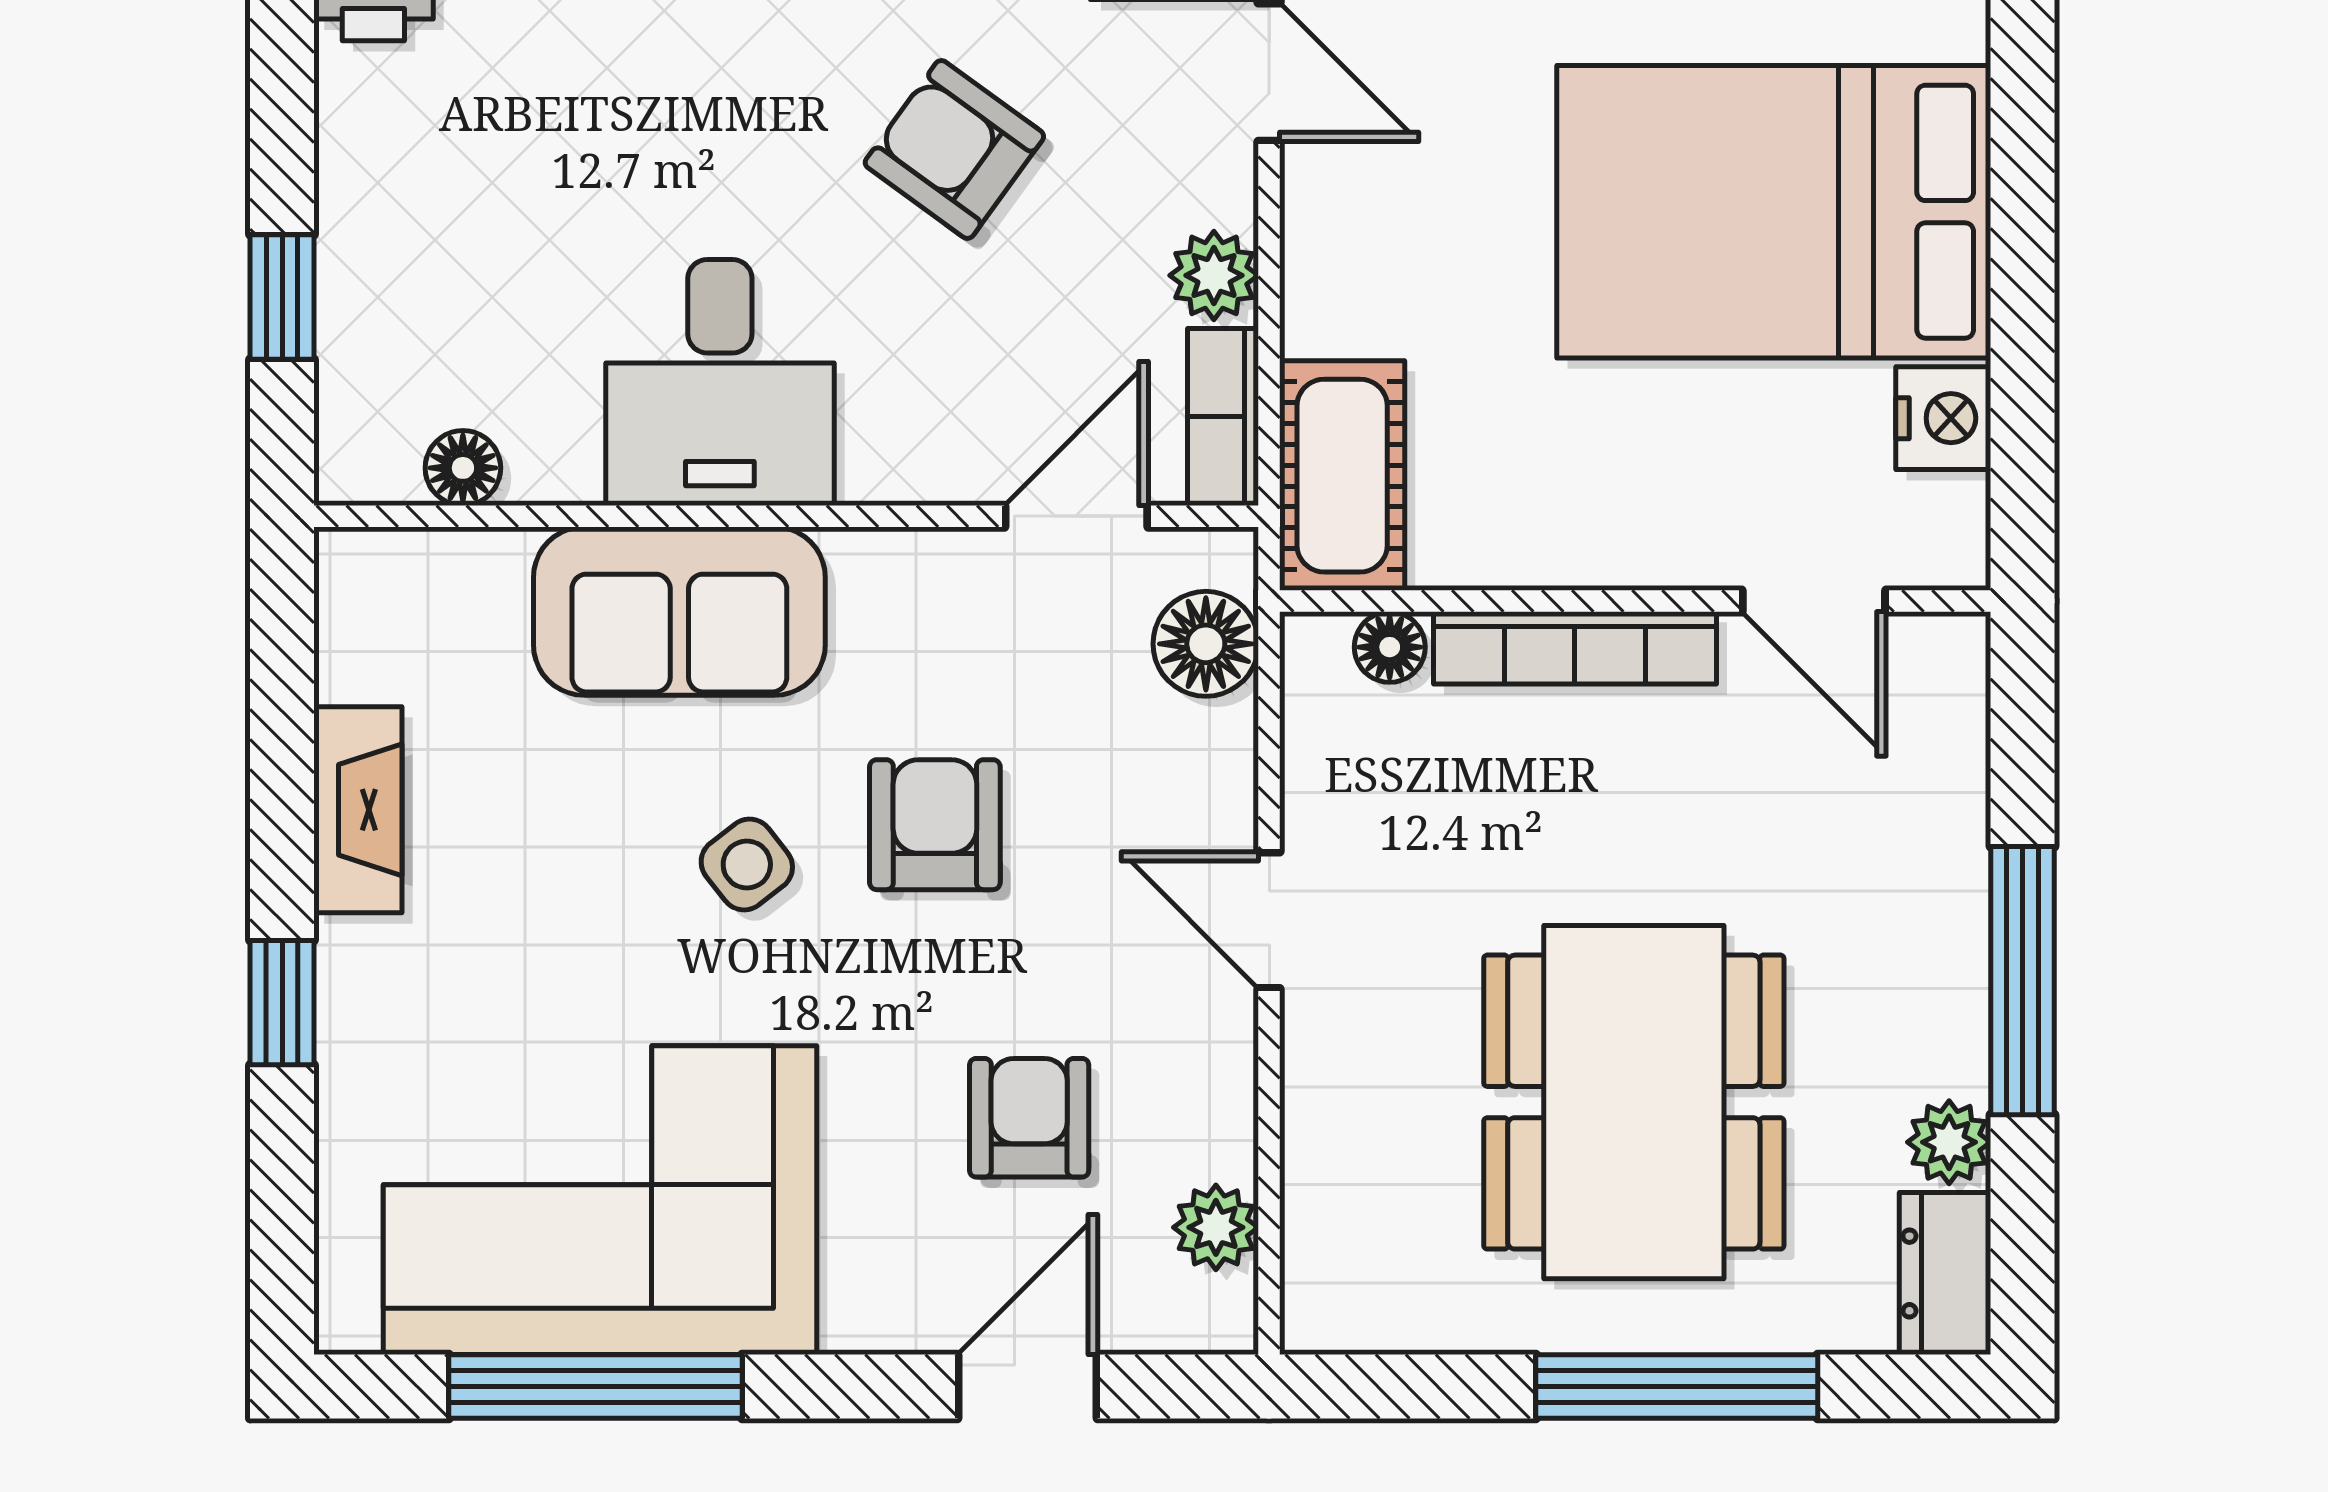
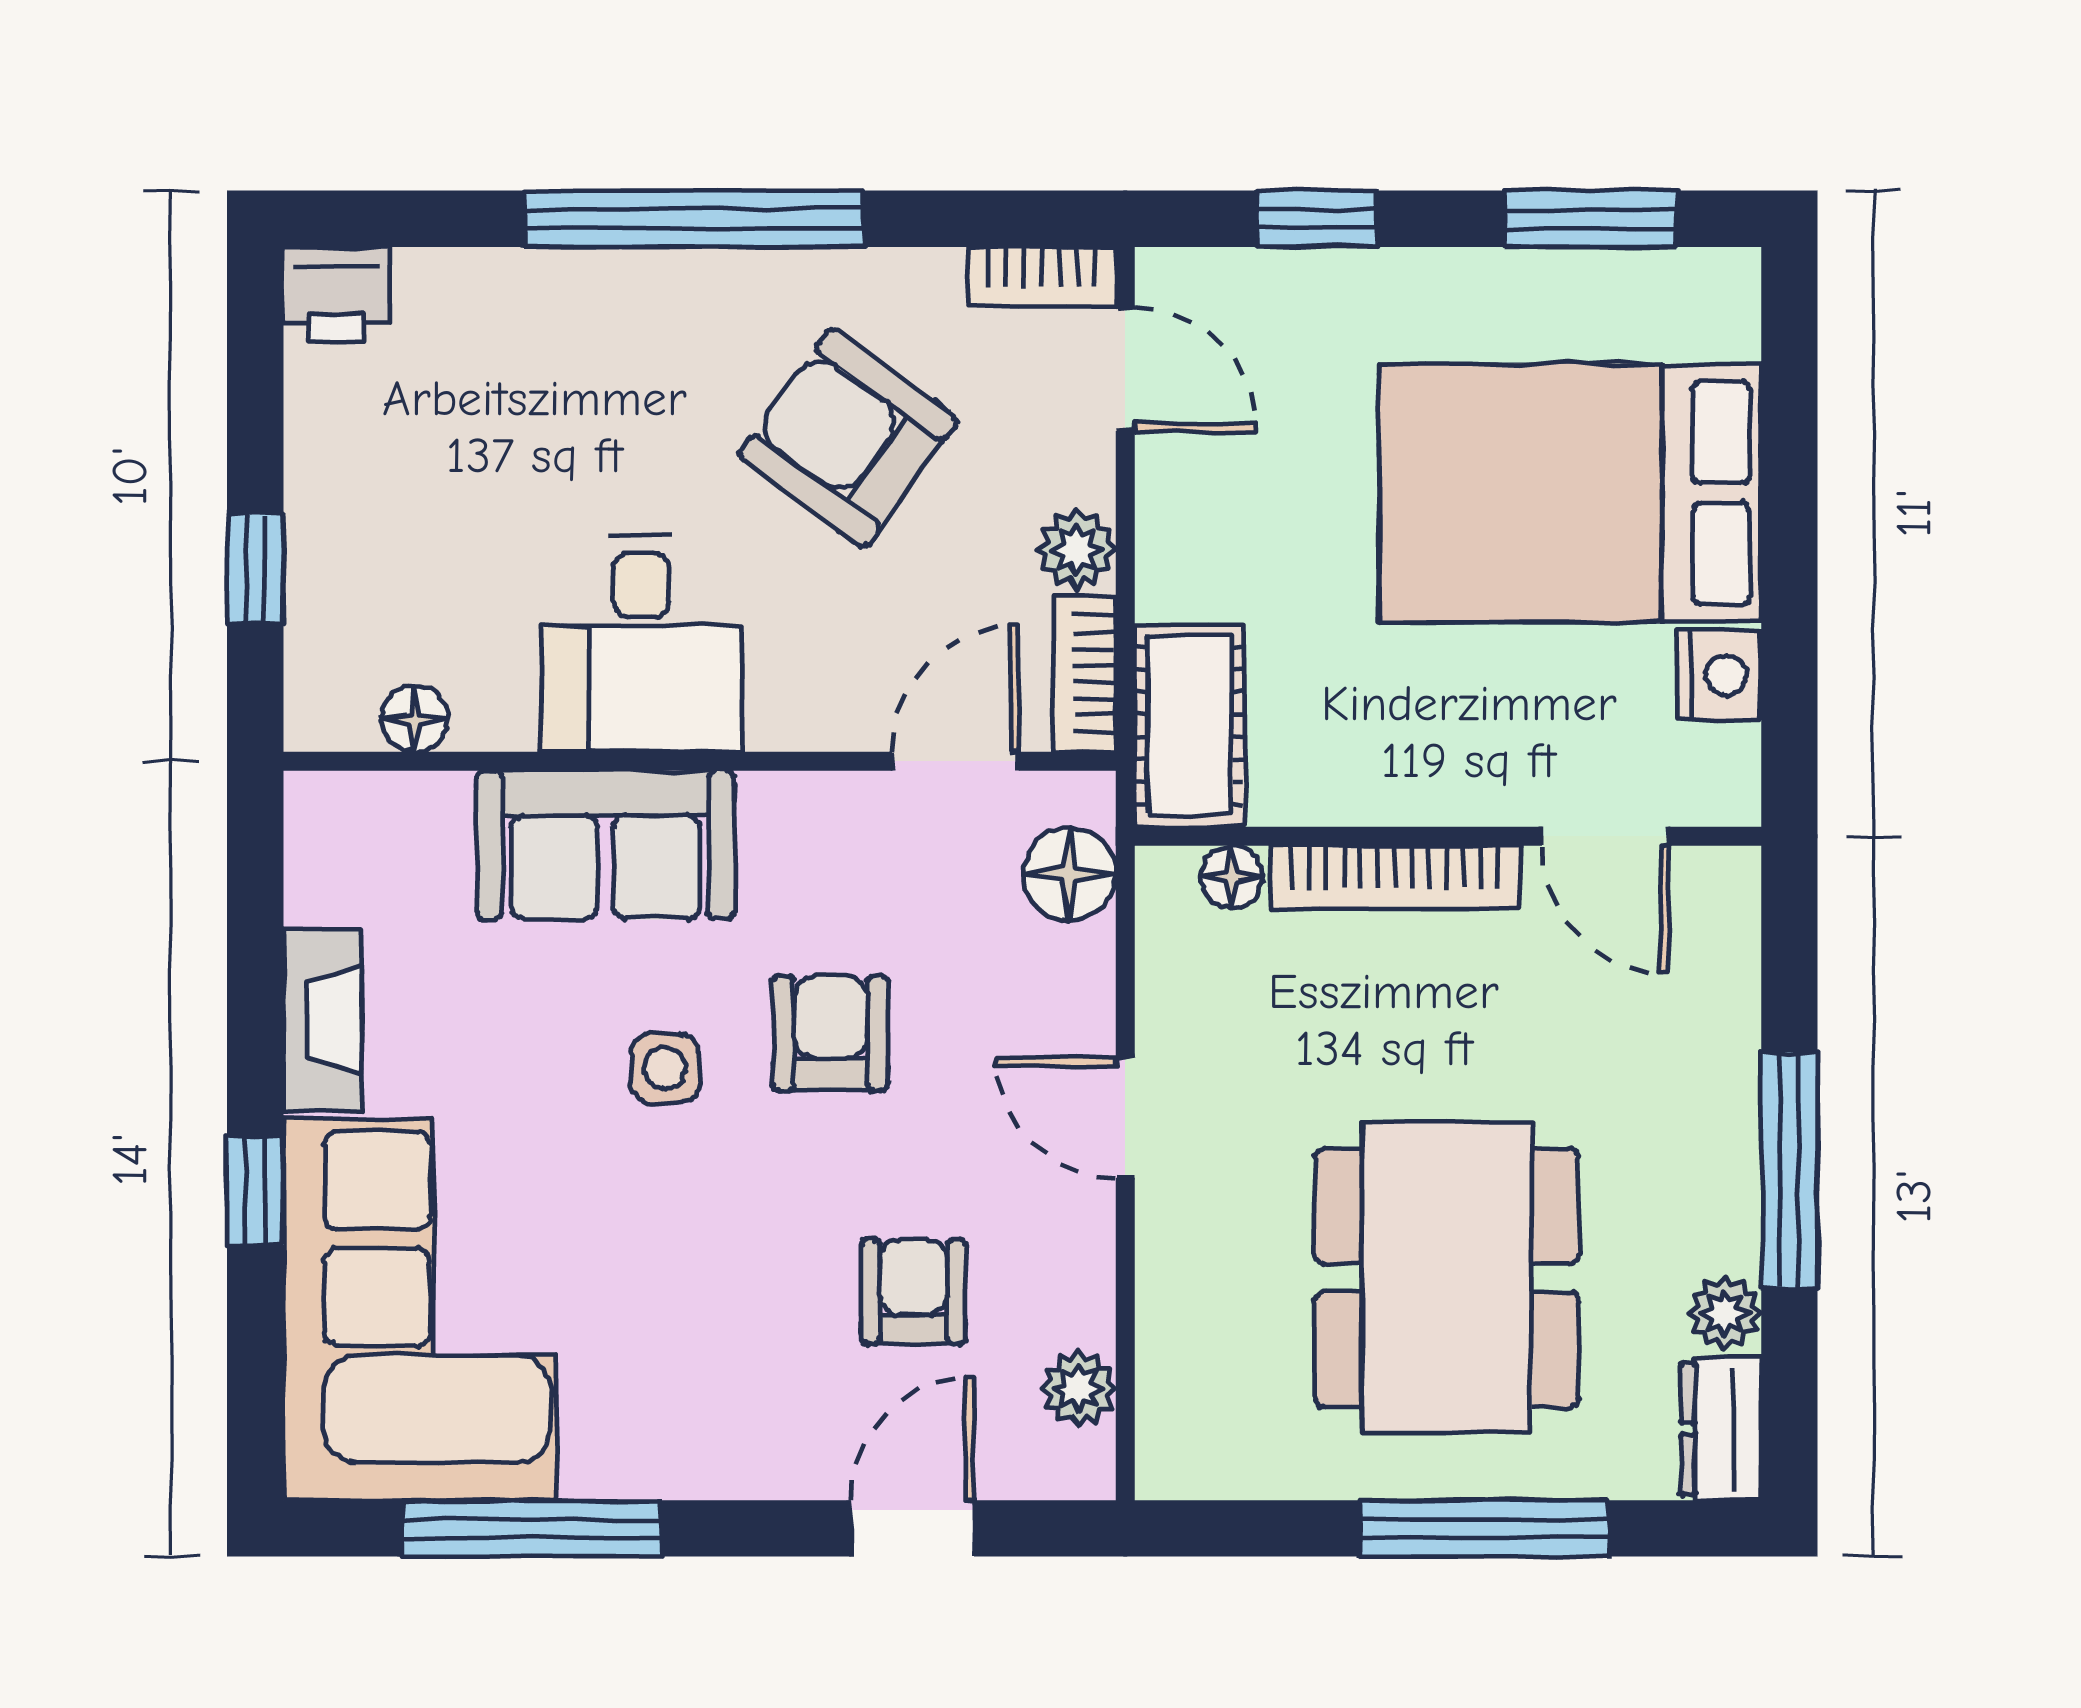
armchair: (954, 149) -> (848, 438), width x1.38, depth x1.38
side table: (747, 864) -> (665, 1068), turned 38
corner sofa: (600, 1200) -> (419, 1309), moved, turned 90

